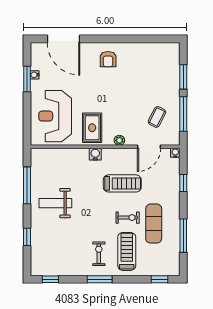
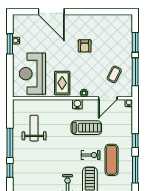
door: (63, 39) -> (51, 12), moved
armchair: (108, 59) -> (85, 46), moved
water cooler: (95, 154) -> (77, 104), moved
window: (183, 183) -> (135, 141), moved
window: (27, 185) -> (10, 143), moved
weight bench: (55, 203) -> (34, 128), moved, turned 90

